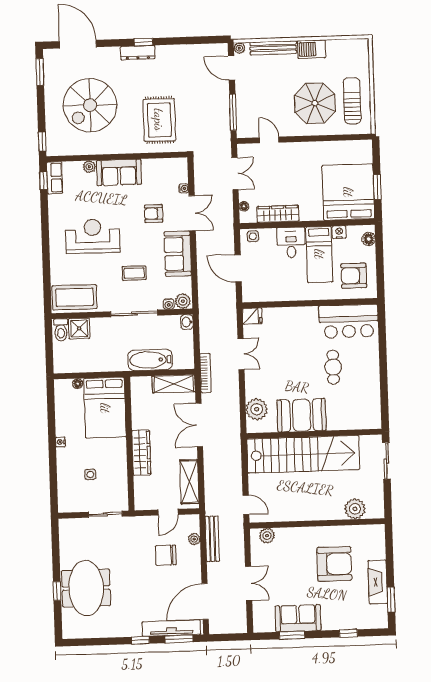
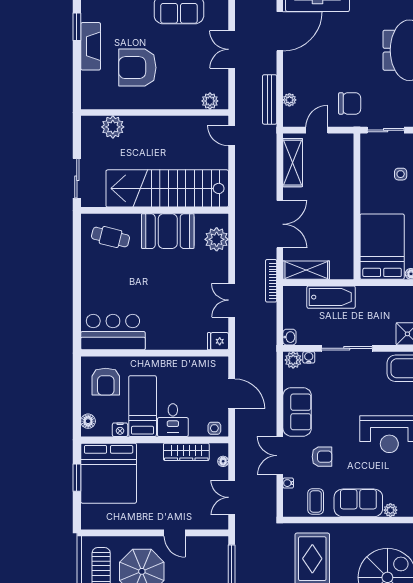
door: (269, 140) -> (175, 533), moved
coffee table: (134, 273) -> (316, 502), moved, turned 90
armchair: (354, 276) -> (106, 382), turned 90
cafe table: (333, 367) -> (111, 237), moved, turned -76
wardrobe: (141, 453) -> (344, 196), removed
chair: (166, 555) -> (350, 103), moved

